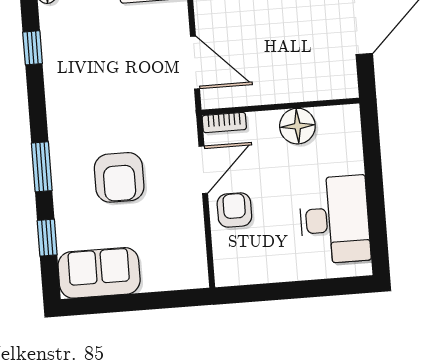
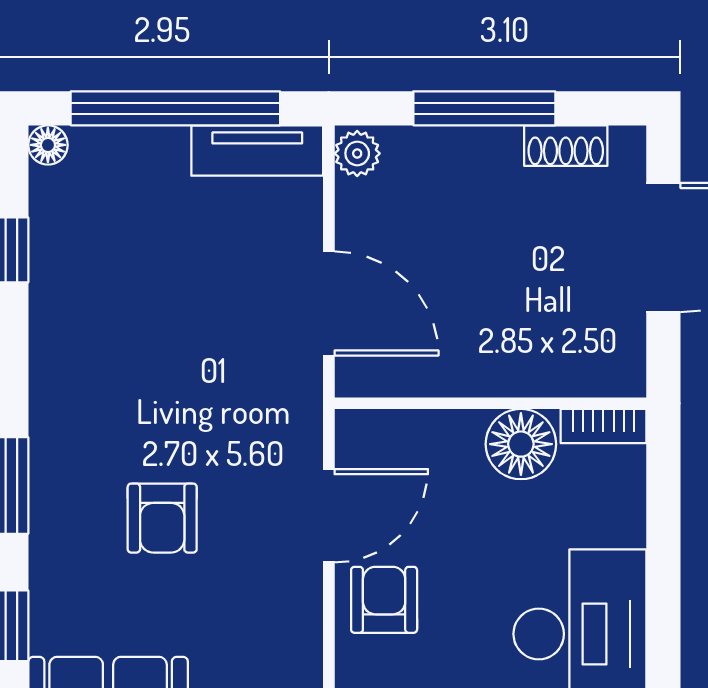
bookcase: (224, 123) -> (603, 426), moved
armchair: (119, 177) -> (162, 518), width x0.72, depth x0.72

